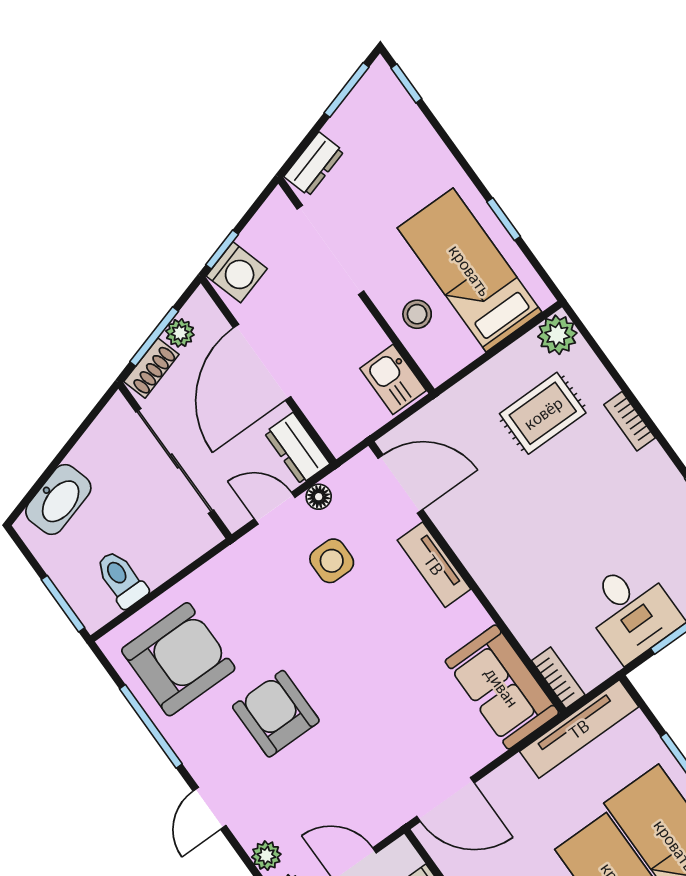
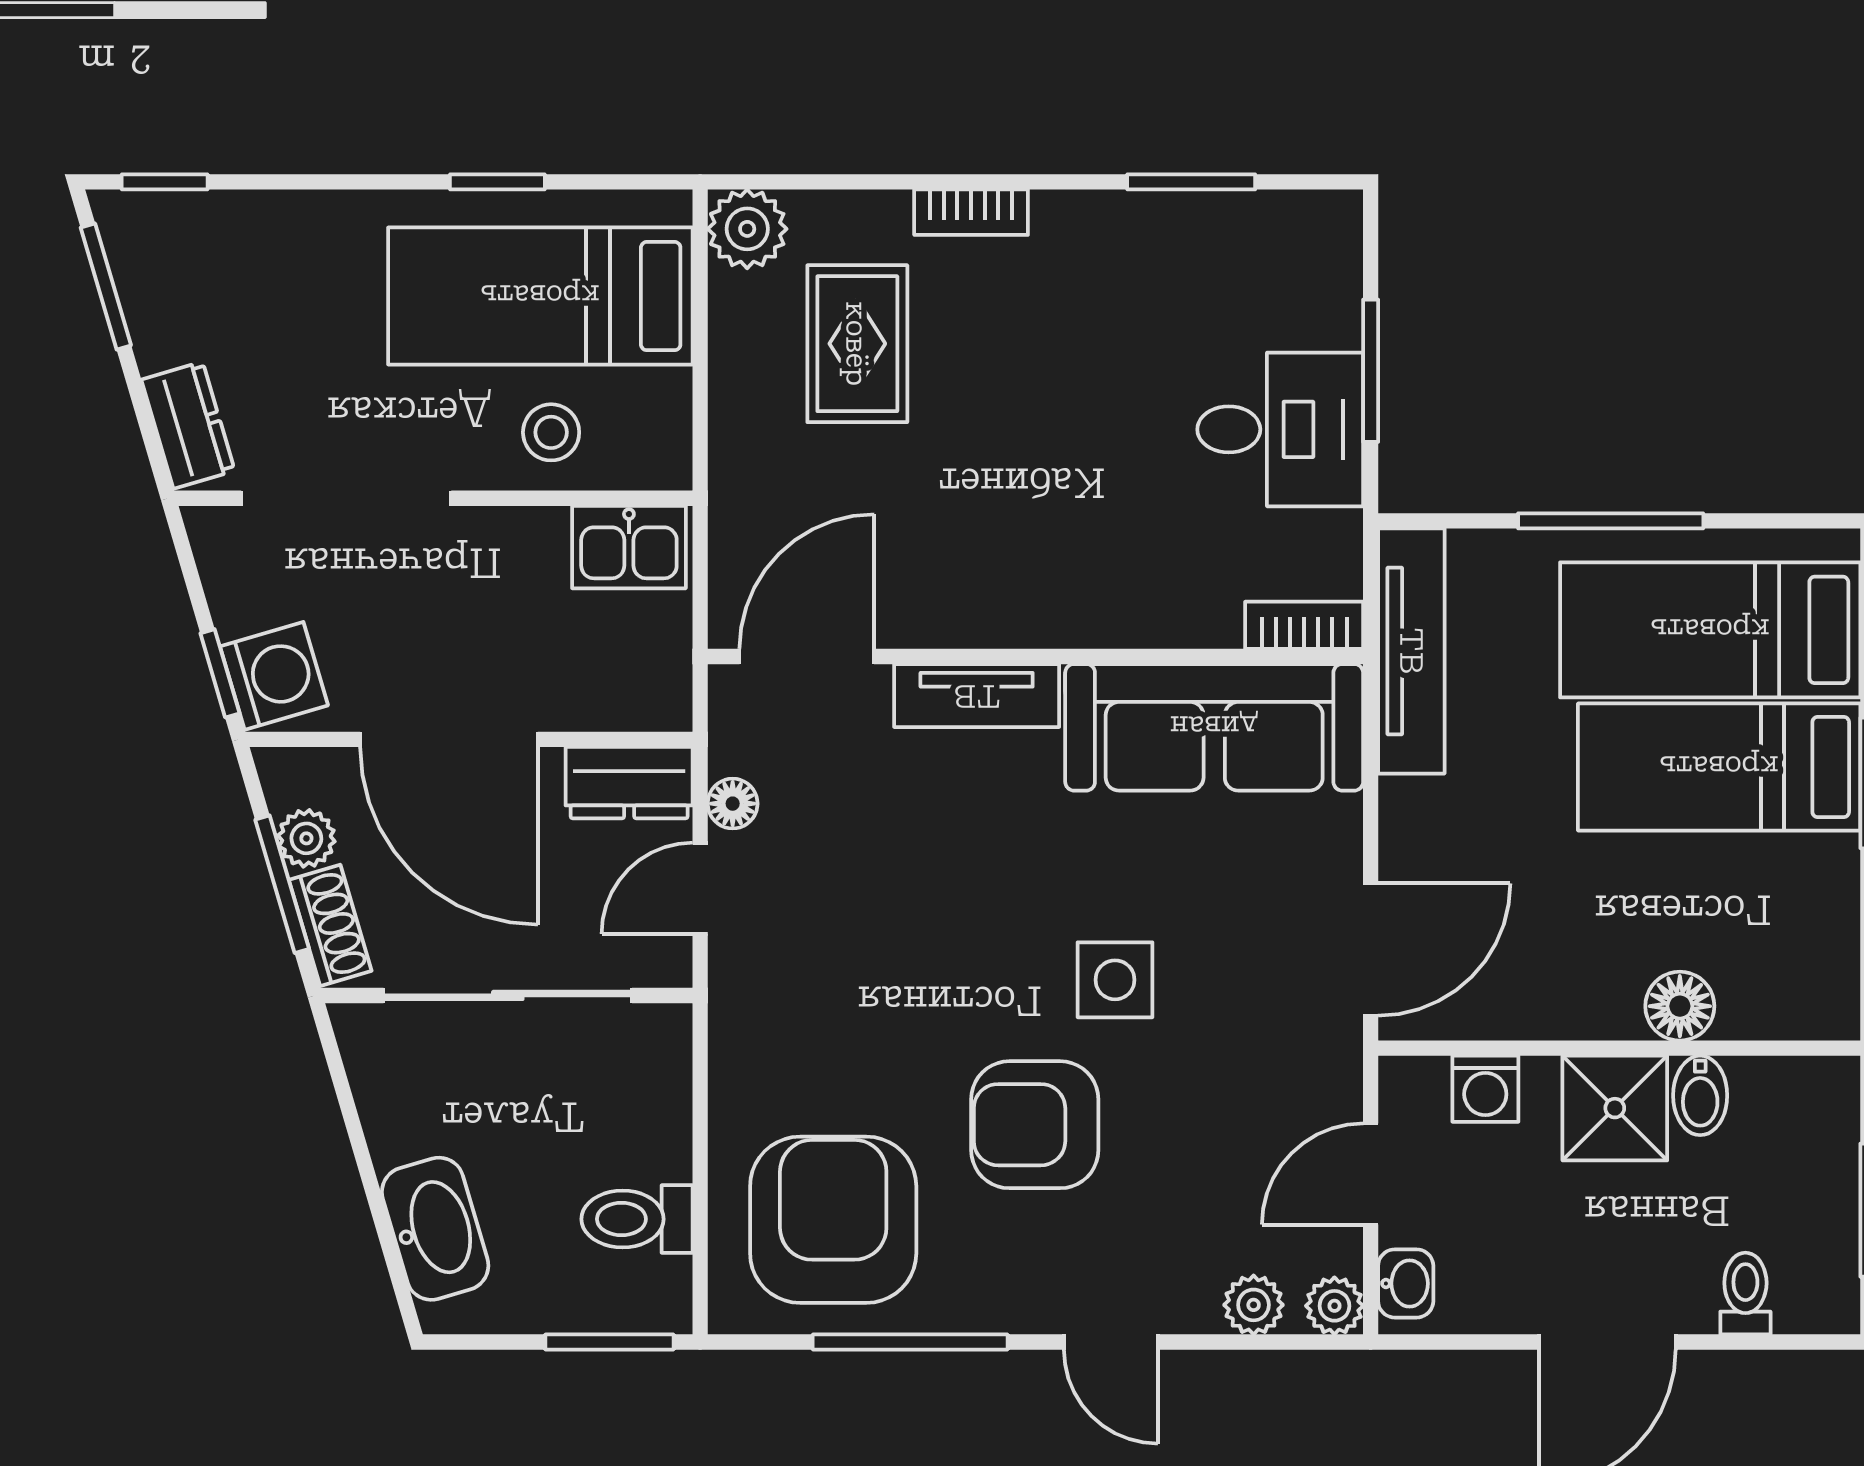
side table: (332, 561) -> (1115, 980), moved
sofa: (502, 687) -> (1214, 727), width x1.36

